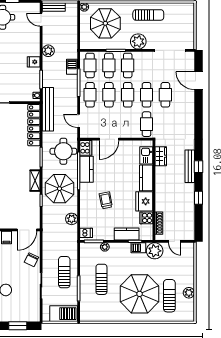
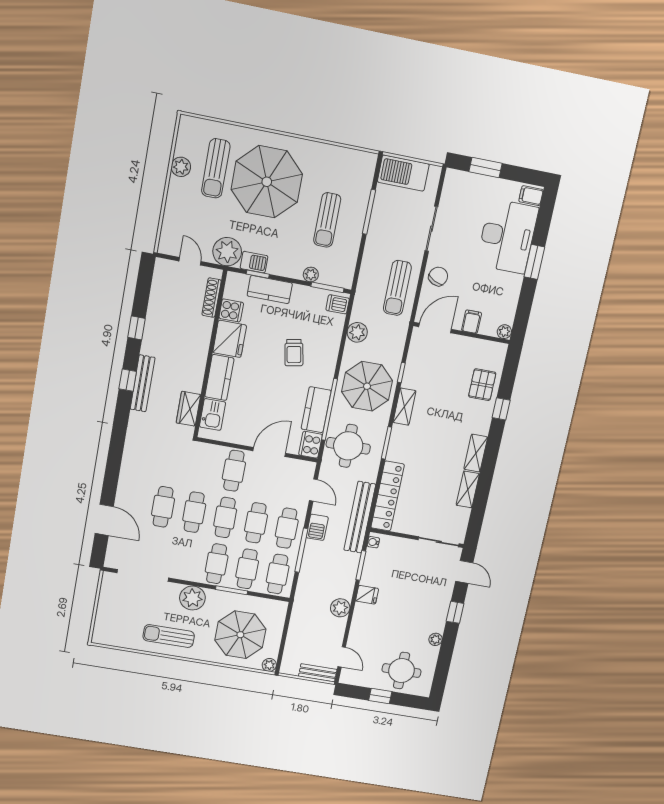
barbecue: (72, 67) -> (317, 527), moved
cafe table: (147, 124) -> (234, 471), moved
sun lounger: (64, 272) -> (397, 288), moved

